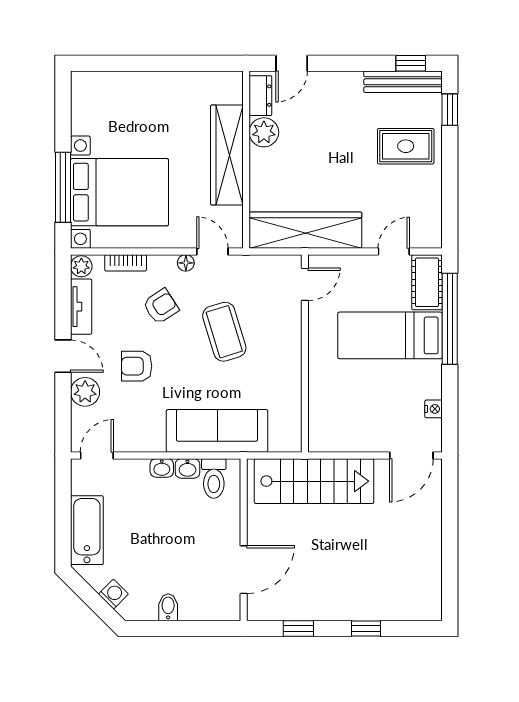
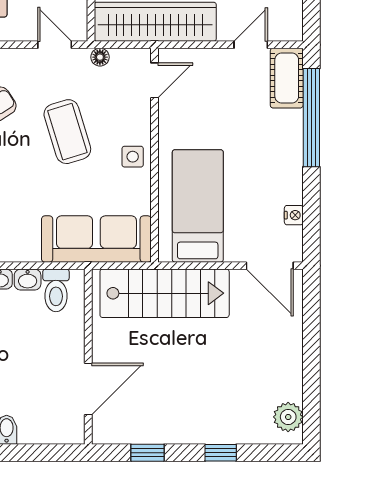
floor lamp: (186, 263) -> (100, 57), moved
bed: (390, 335) -> (198, 206), moved, turned 90
side table: (285, 355) -> (133, 157), added
sofa: (217, 431) -> (96, 239), moved
door: (411, 456) -> (270, 266), hinge flipped
plant: (428, 595) -> (288, 417), added

